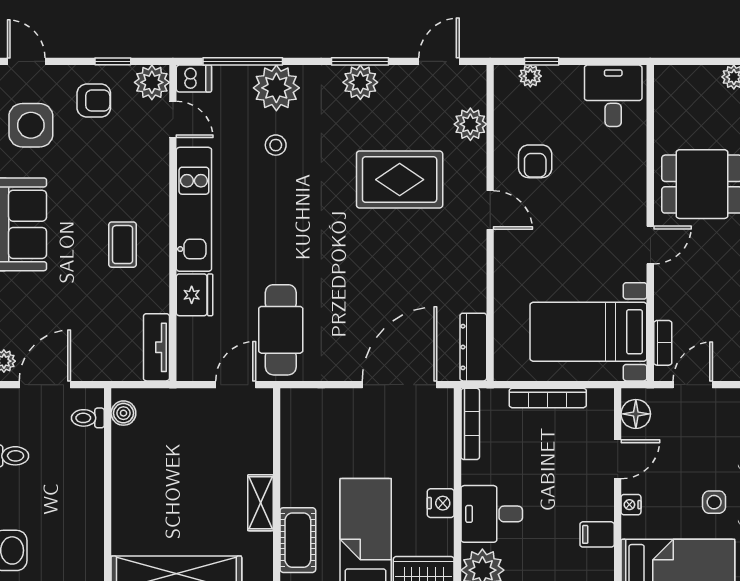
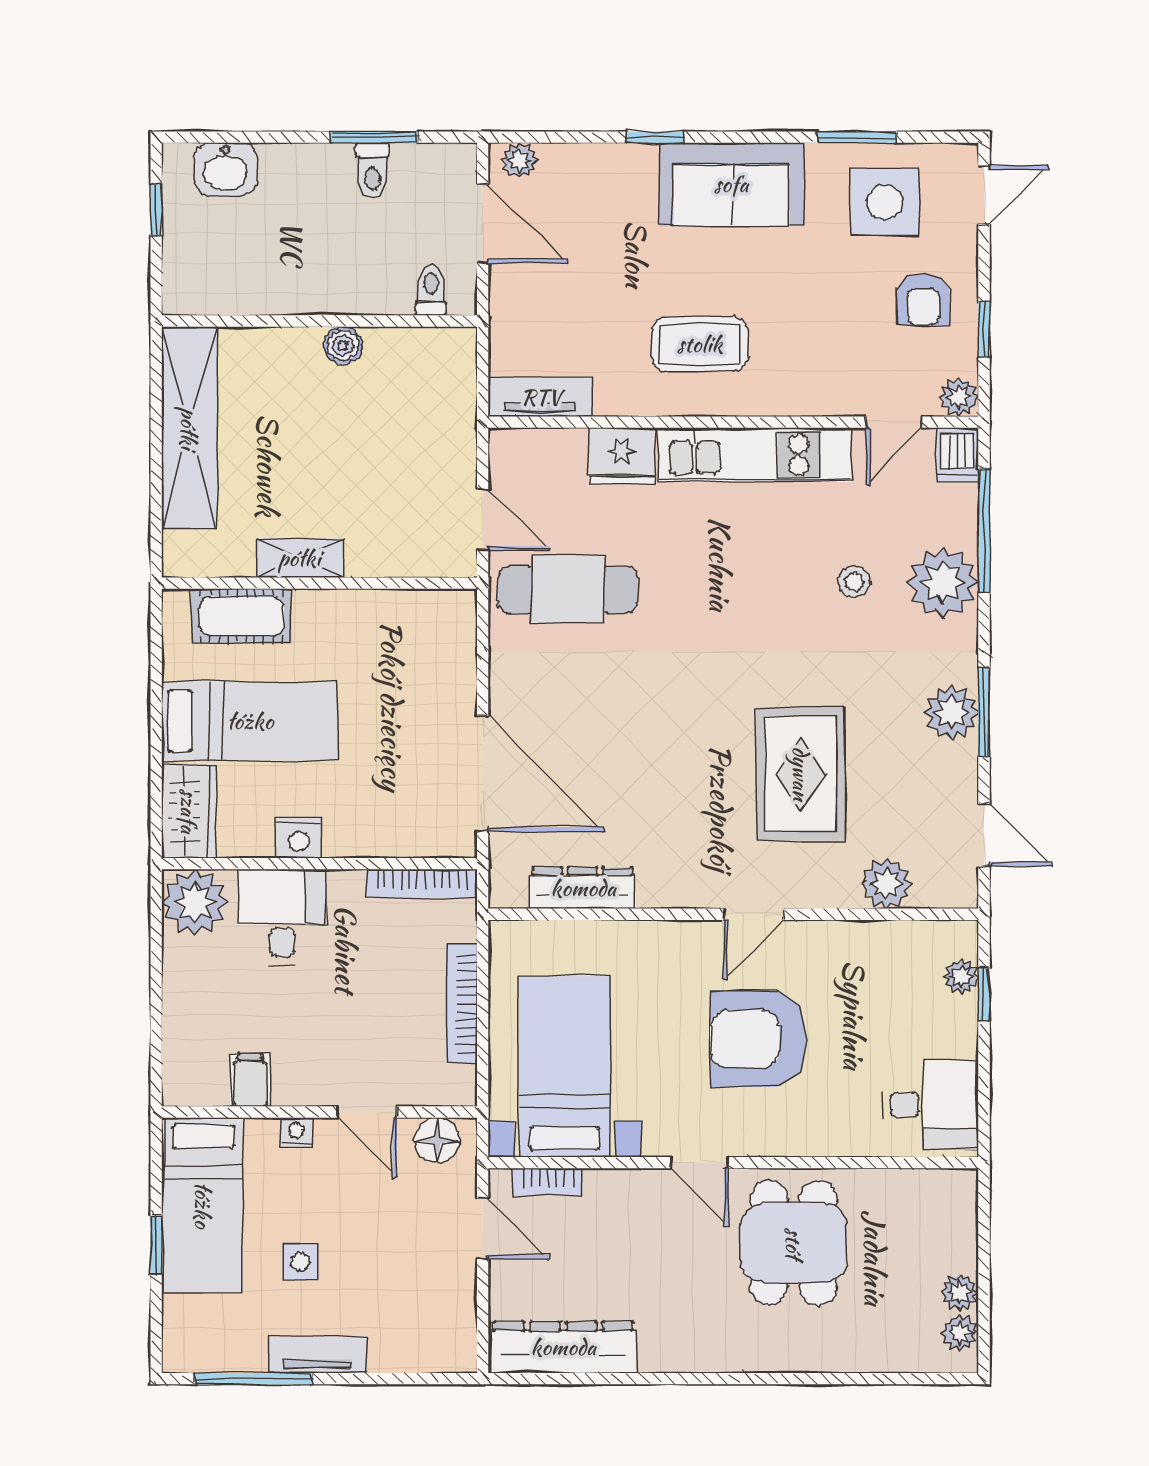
plant: (152, 82) -> (959, 397), width x0.73, depth x0.73
armchair: (535, 161) -> (758, 1039), moved, width x1.88, depth x1.88
coffee table: (123, 245) -> (700, 344), width x1.36, depth x1.30
dresser: (473, 347) -> (583, 888), moved
boiler: (123, 413) -> (343, 346), moved

